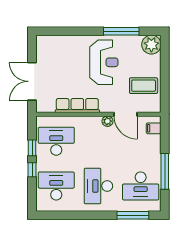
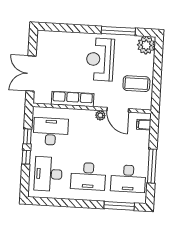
reception desk: (104, 62) -> (100, 59), turned 180
desk: (56, 186) -> (48, 174), turned -90
desk: (98, 186) -> (88, 176), turned -90

